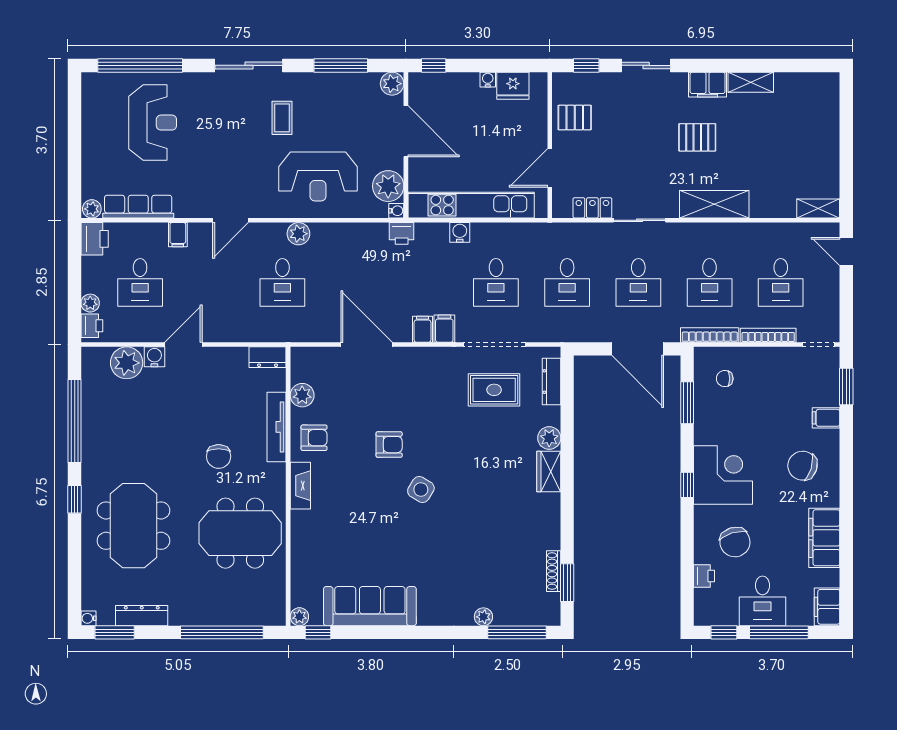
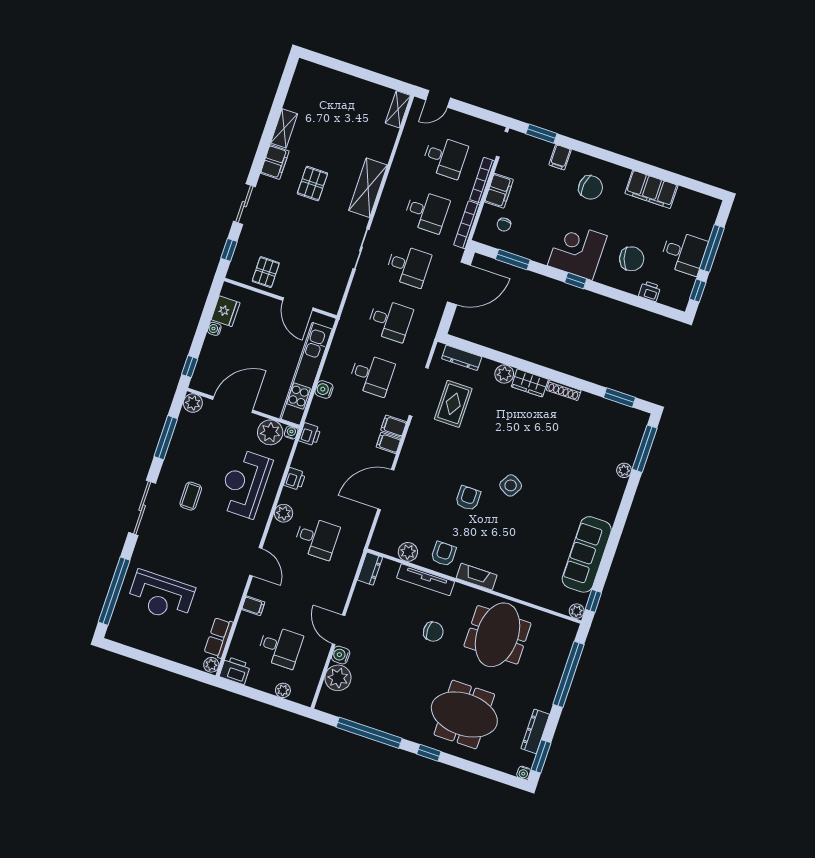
coffee table: (282, 118) -> (191, 496), turned 90
reception desk: (153, 123) -> (161, 596), turned 180
reception desk: (318, 176) -> (245, 484), turned 180
row of seats: (138, 207) -> (219, 638), width x0.68
locker: (592, 208) -> (339, 282), removed
printer: (92, 326) -> (295, 479), moved, turned 90
chair: (802, 466) -> (591, 187), turned -99
shoe rack: (554, 571) -> (564, 390), moved
filing cabinet: (827, 607) -> (499, 191), moved, turned -90

